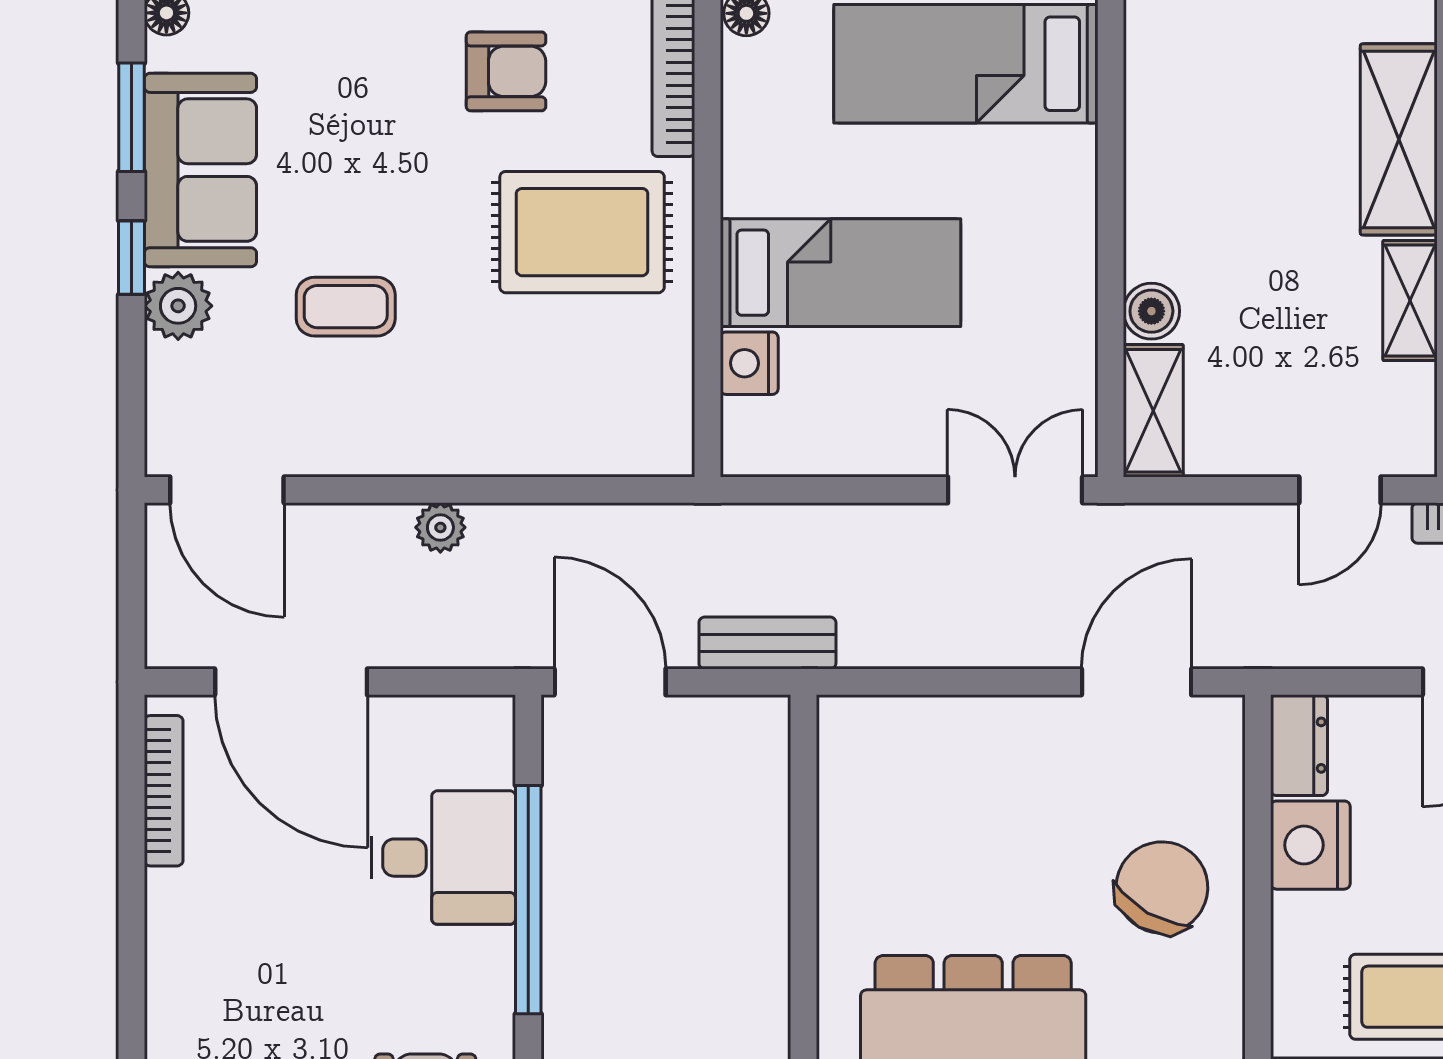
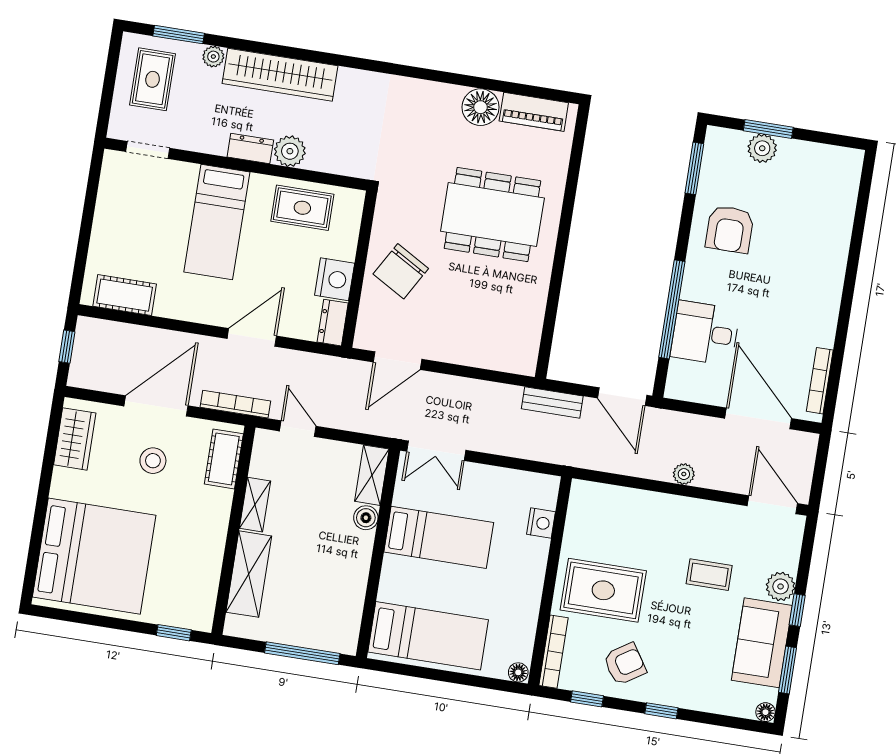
armchair: (506, 71) -> (625, 664), turned 147
bed: (840, 273) -> (439, 537), moved, turned 180
door: (1340, 490) -> (298, 429), hinge flipped

